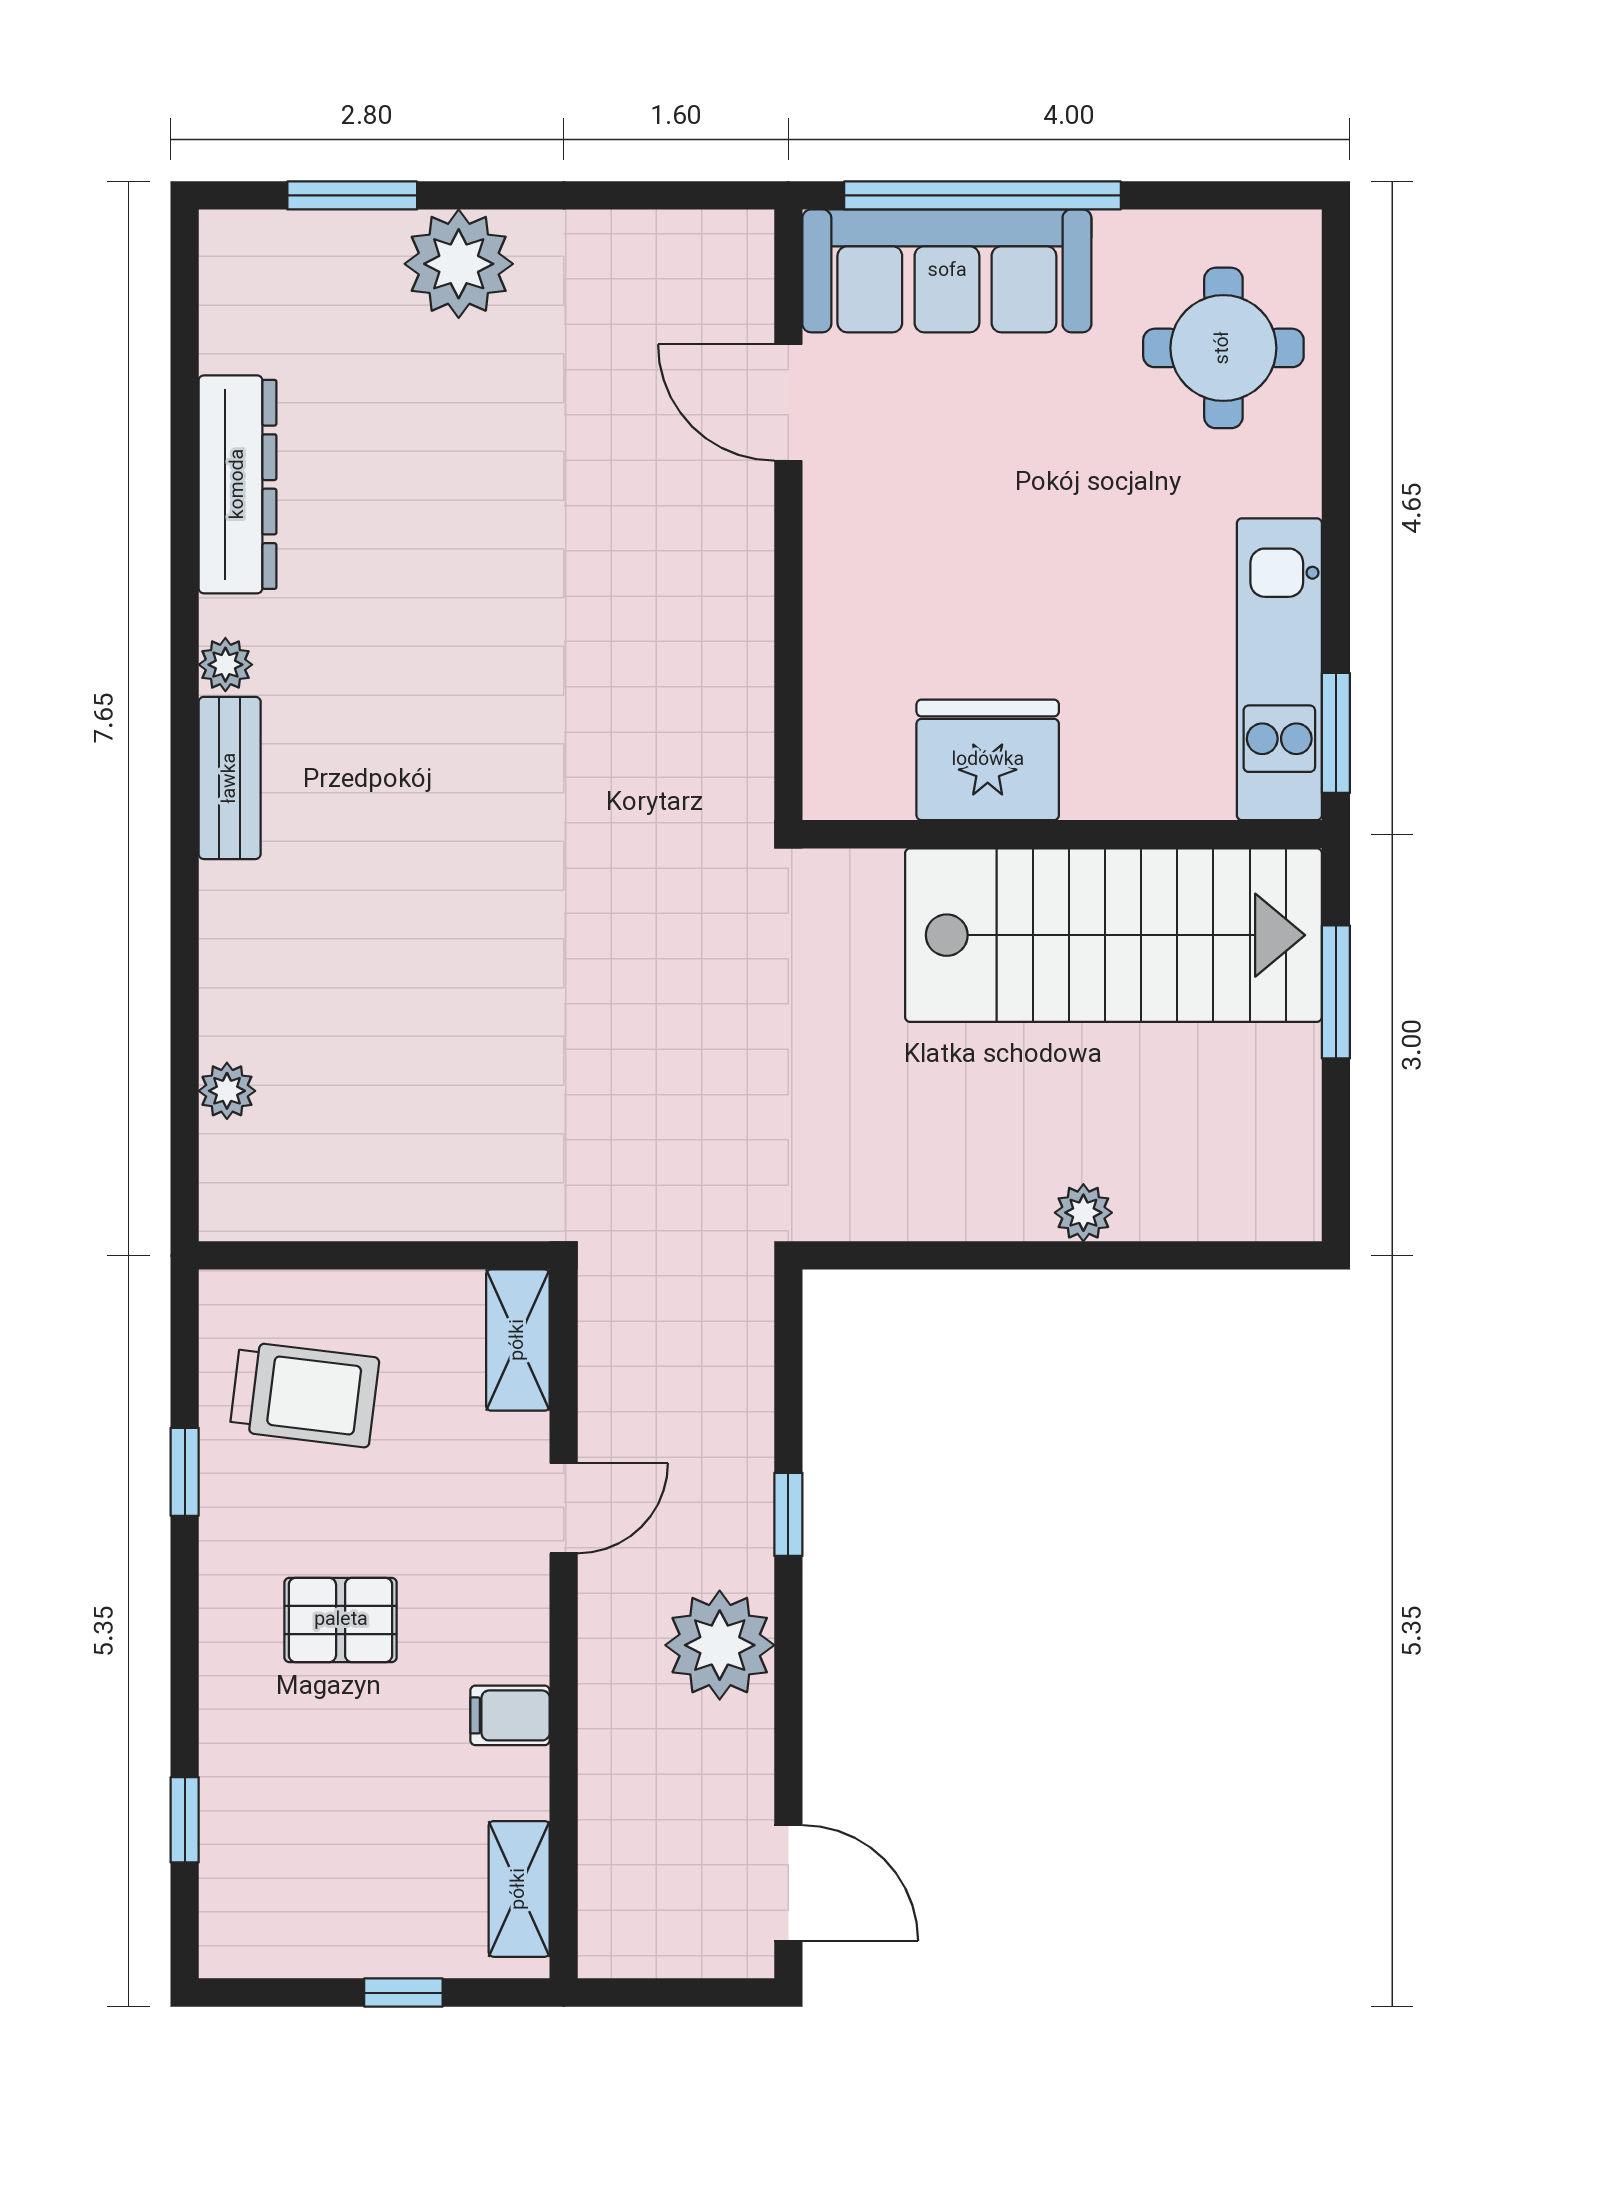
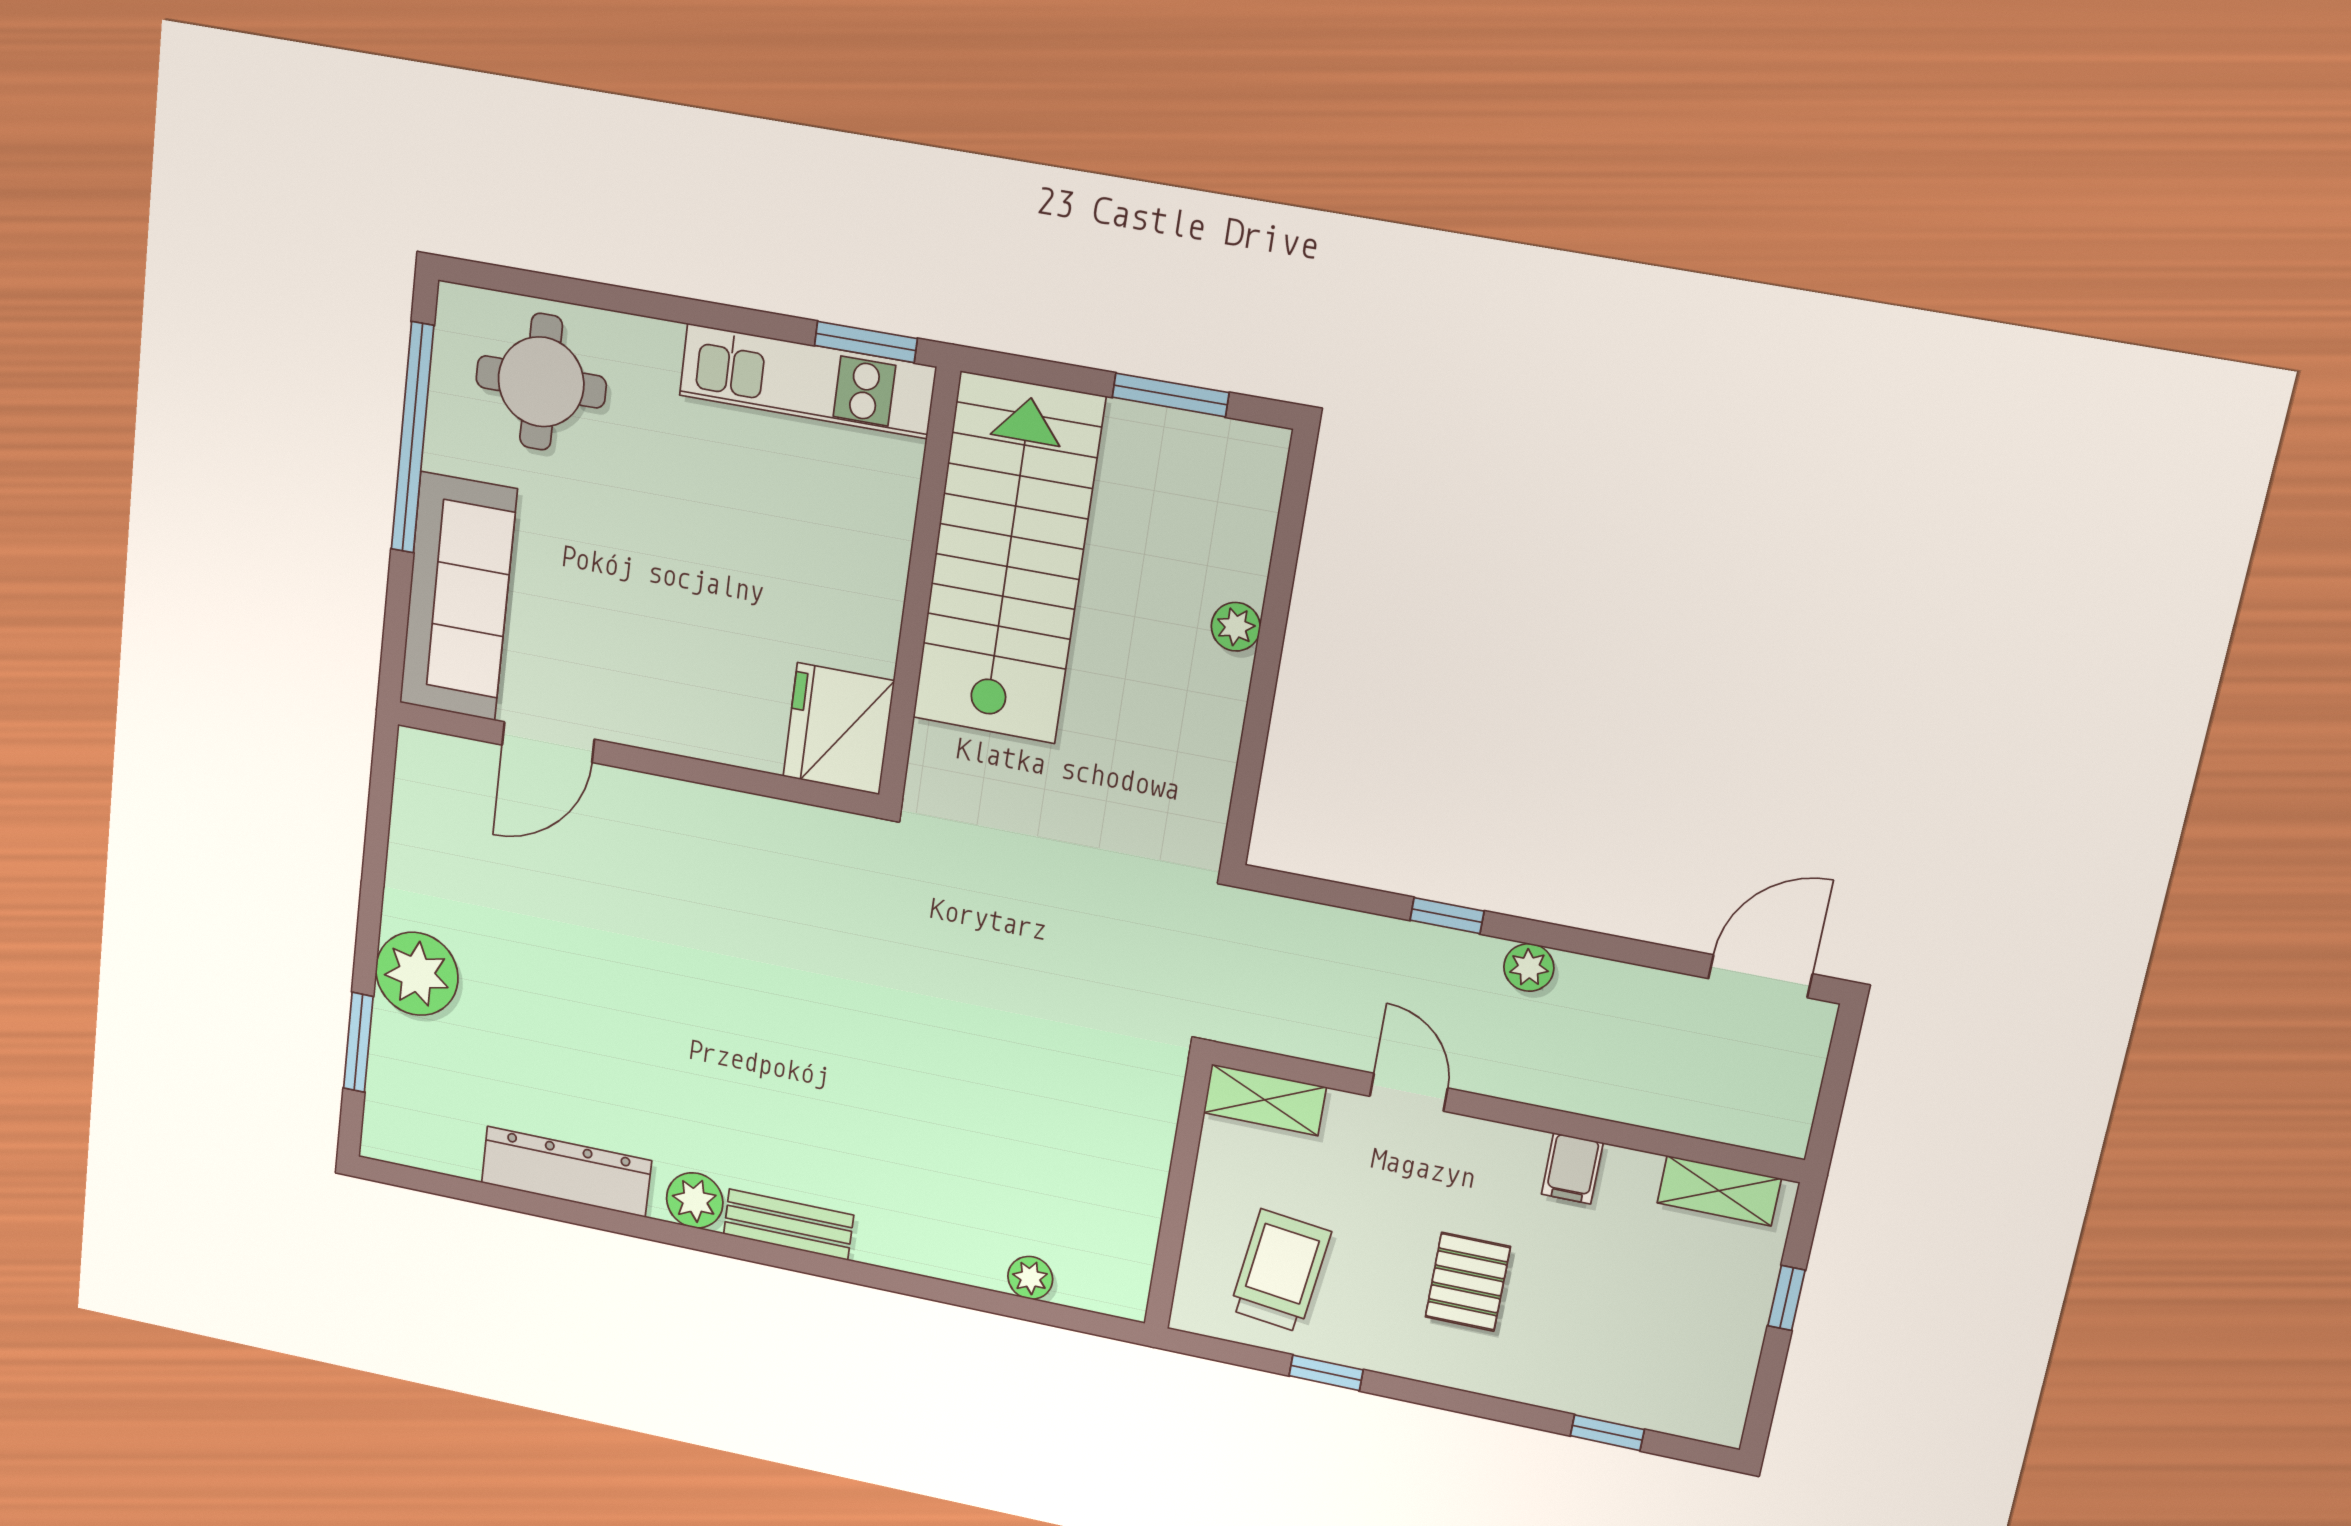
window: (982, 195) -> (412, 438), moved
plant: (225, 665) -> (695, 1200), width x1.38, depth x1.38
fridge: (988, 760) -> (839, 729), moved
window: (1336, 992) -> (1171, 395), moved
plant: (720, 1645) -> (1529, 967), width x0.53, depth x0.53

